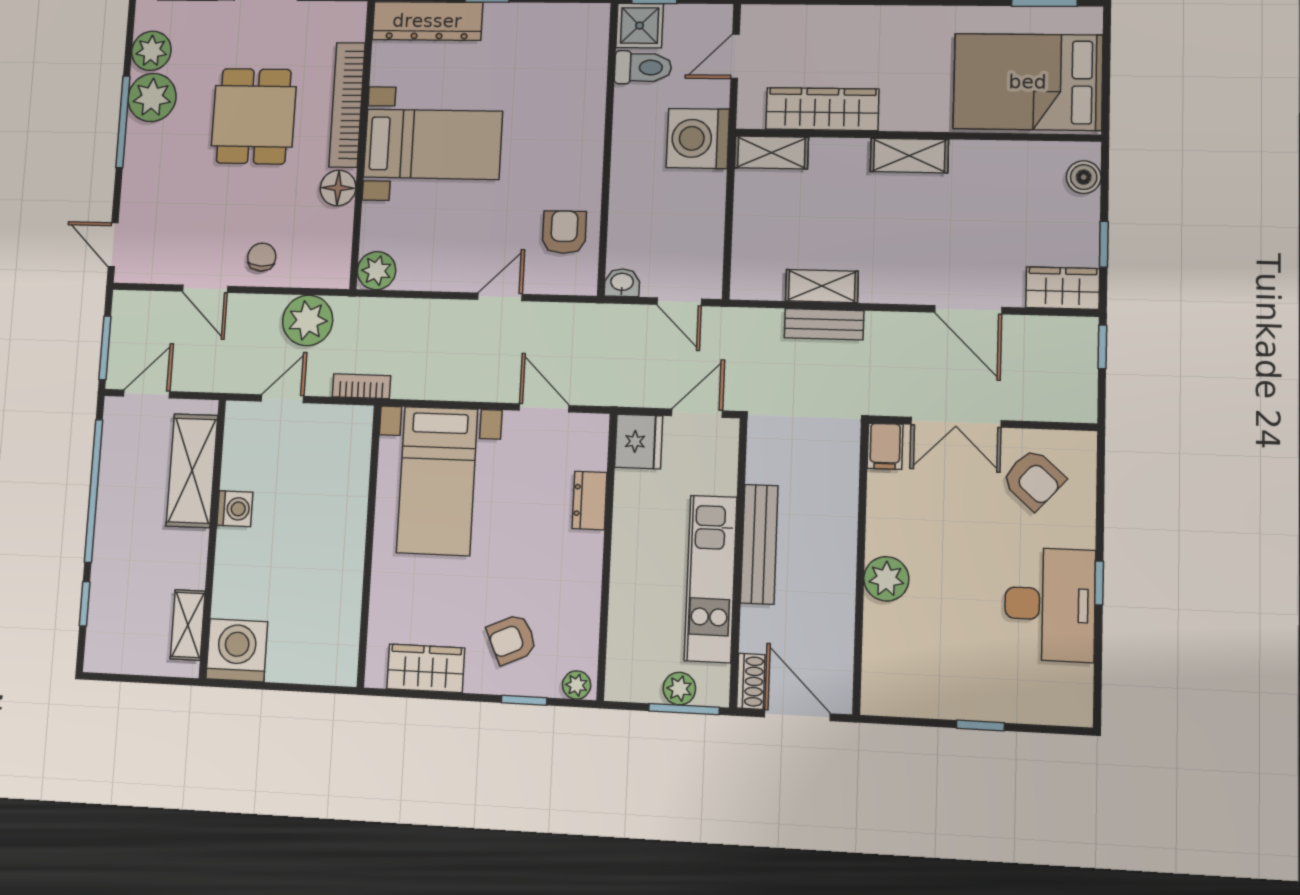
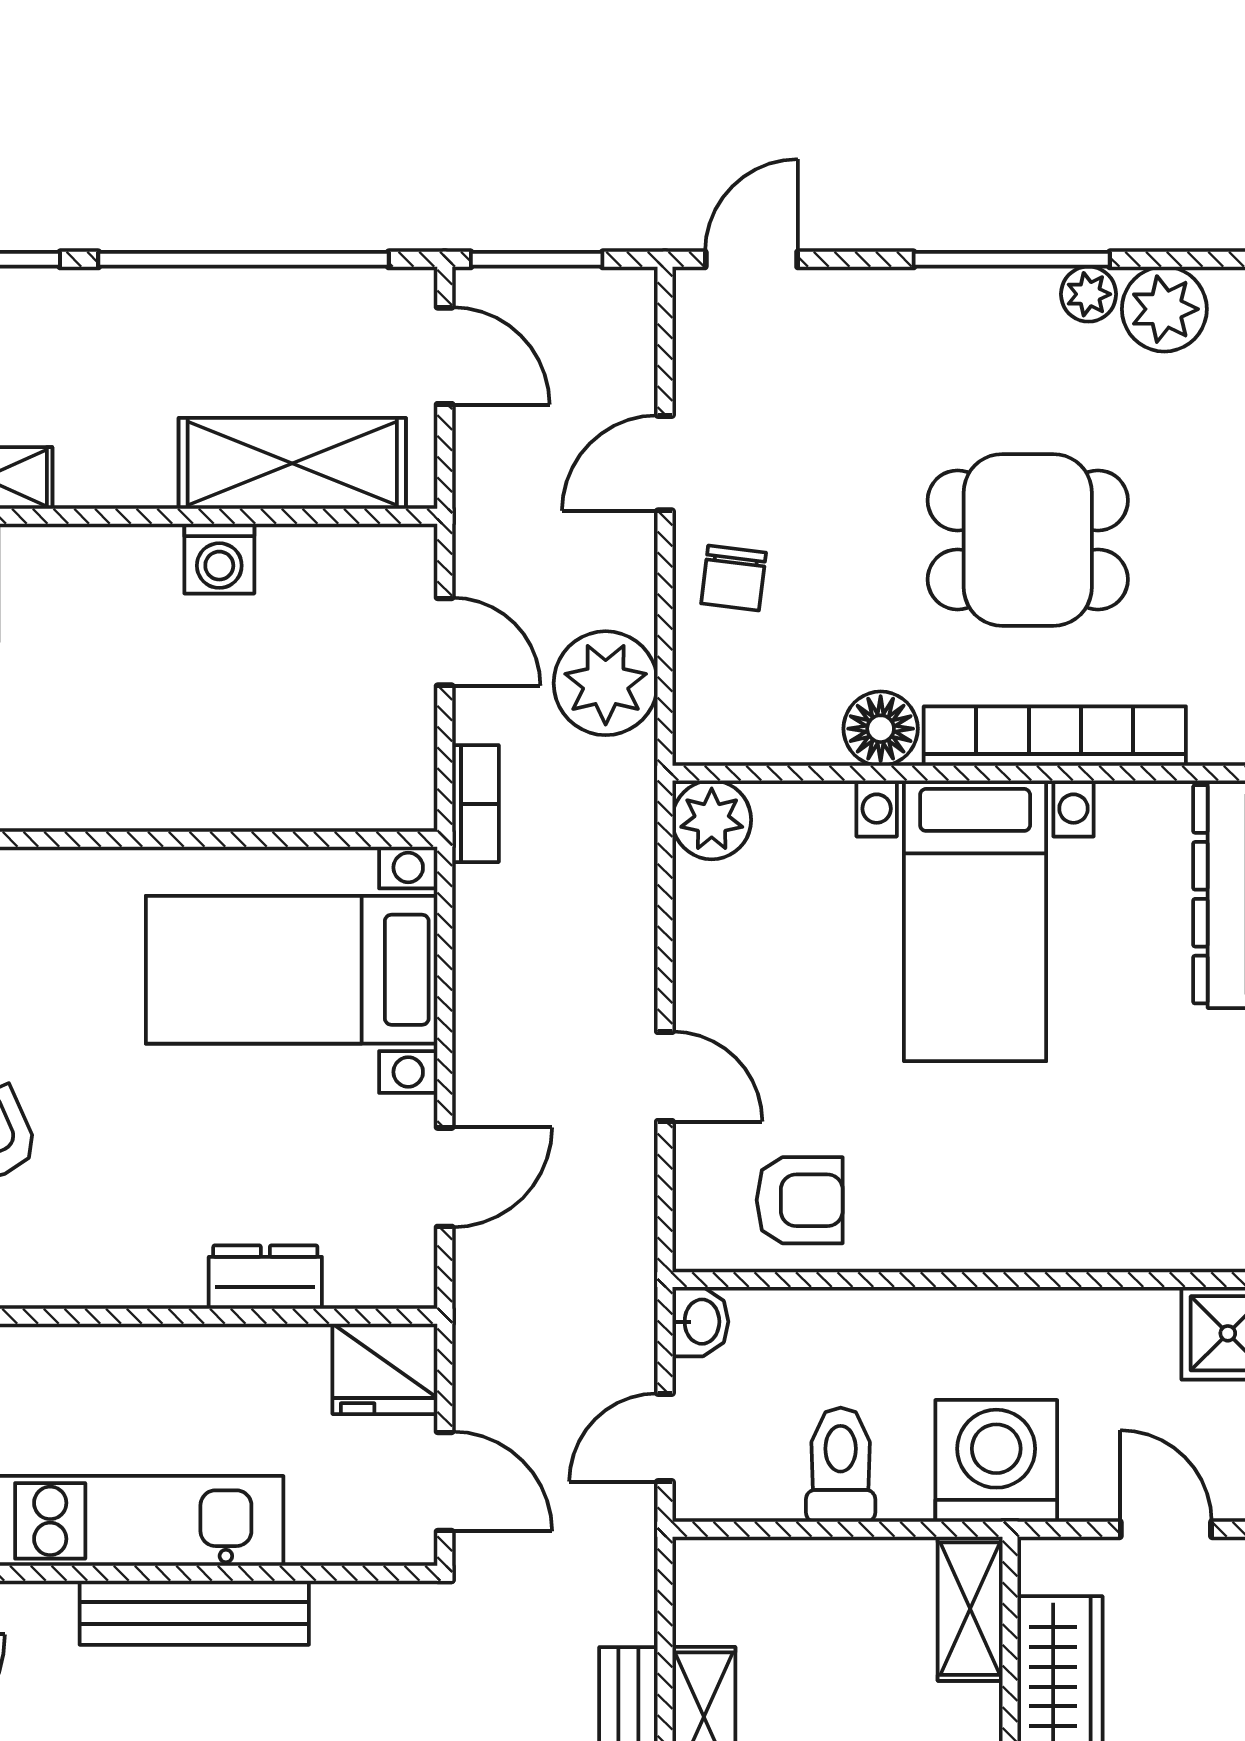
toilet: (643, 67) -> (841, 1465), moved, turned 180
plant: (152, 98) -> (1088, 294), width x0.53, depth x0.53
chair: (262, 257) -> (734, 578), turned 95

